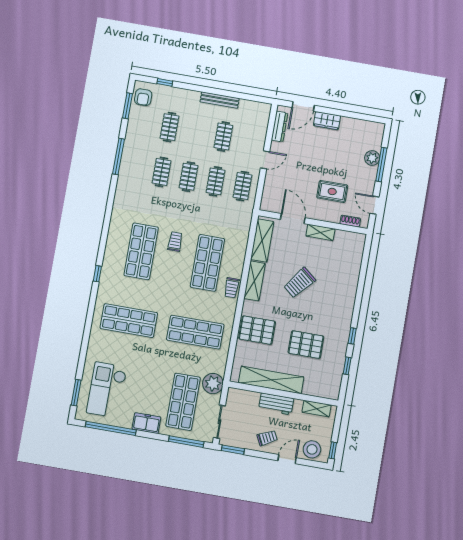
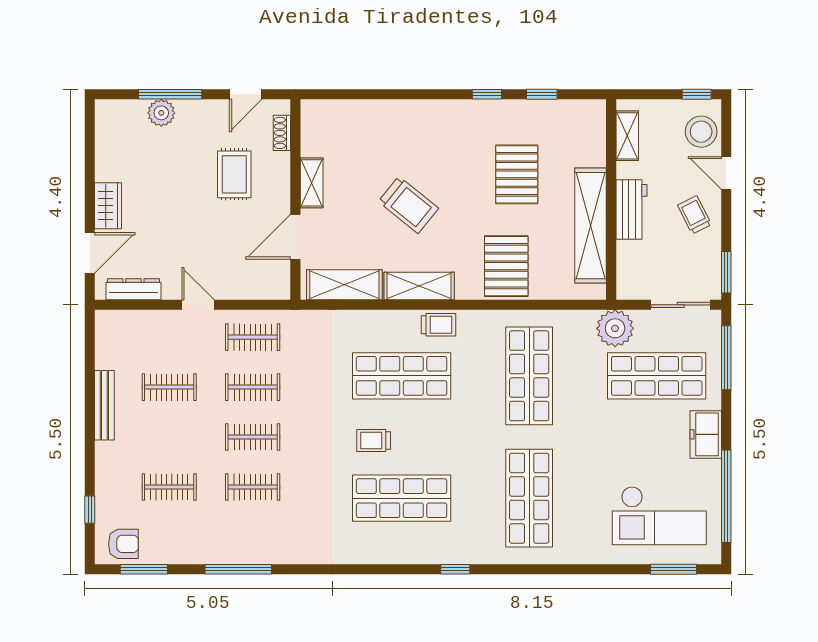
door: (303, 106) -> (90, 253), hinge flipped

